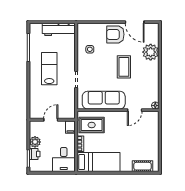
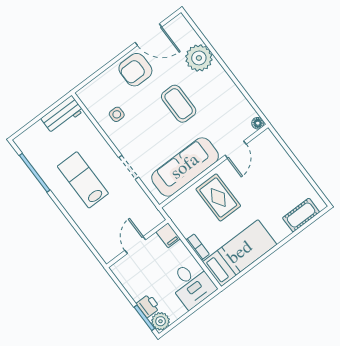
workbench: (59, 29) -> (62, 115), width x0.73
rug: (92, 125) -> (218, 197), moved, turned 90
plant: (35, 142) -> (161, 321), moved

